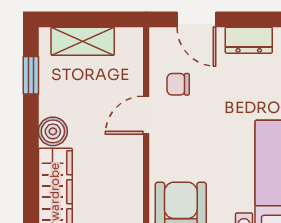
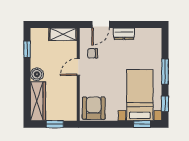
door: (196, 19) -> (101, 24), hinge flipped
shelving: (83, 41) -> (63, 34), moved

